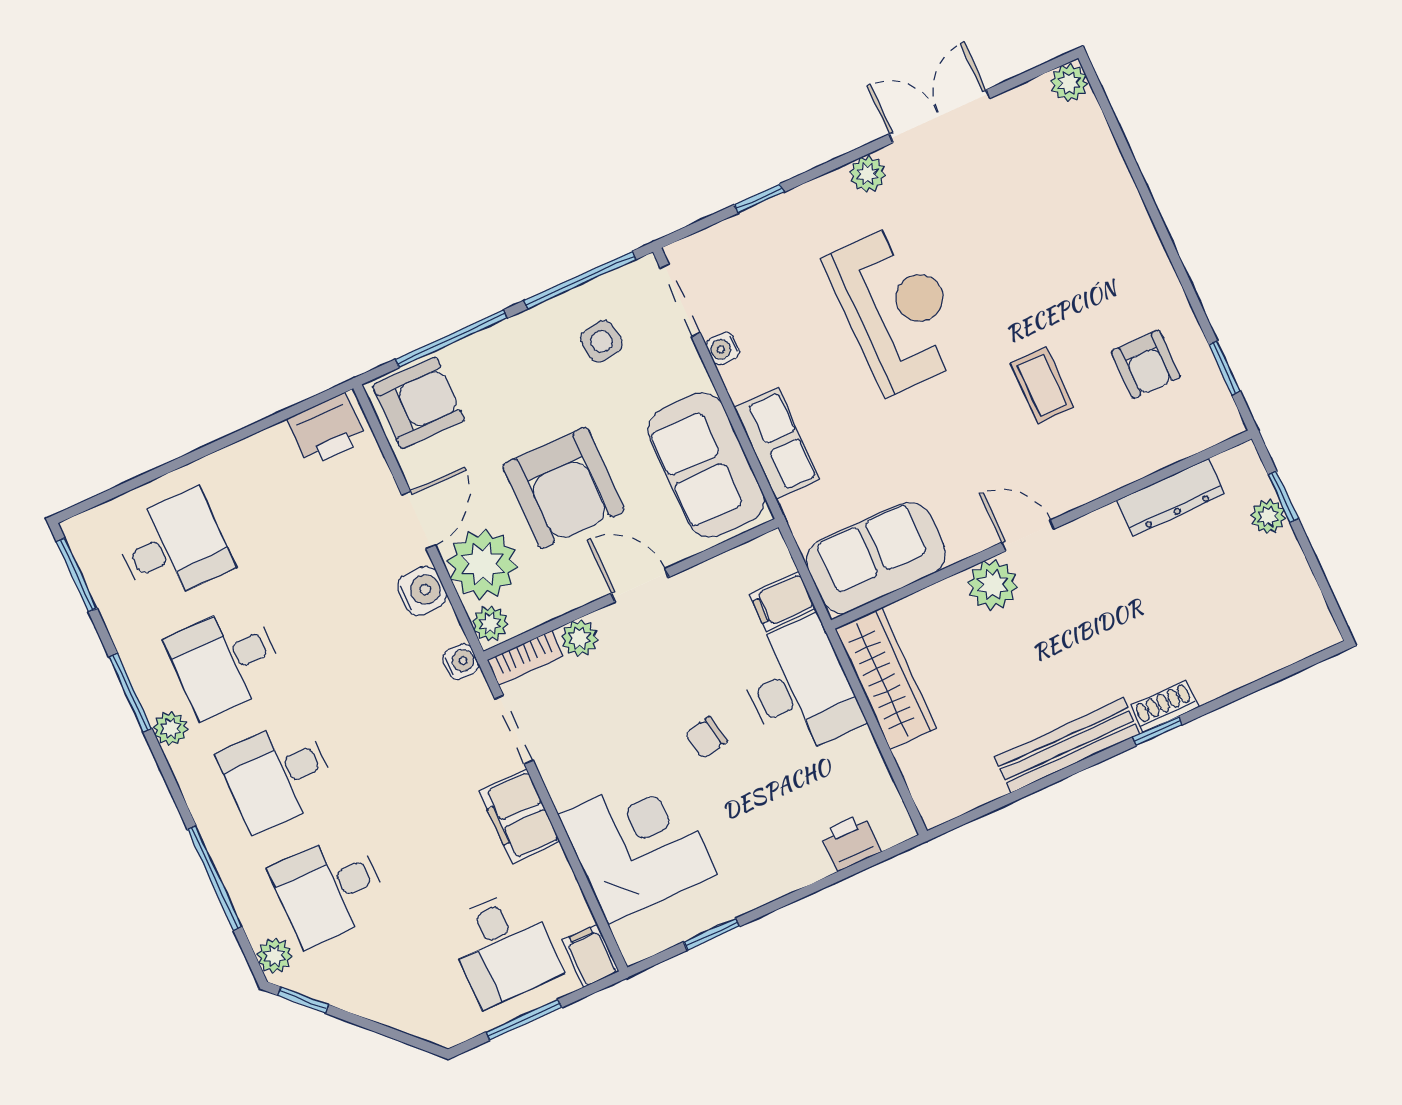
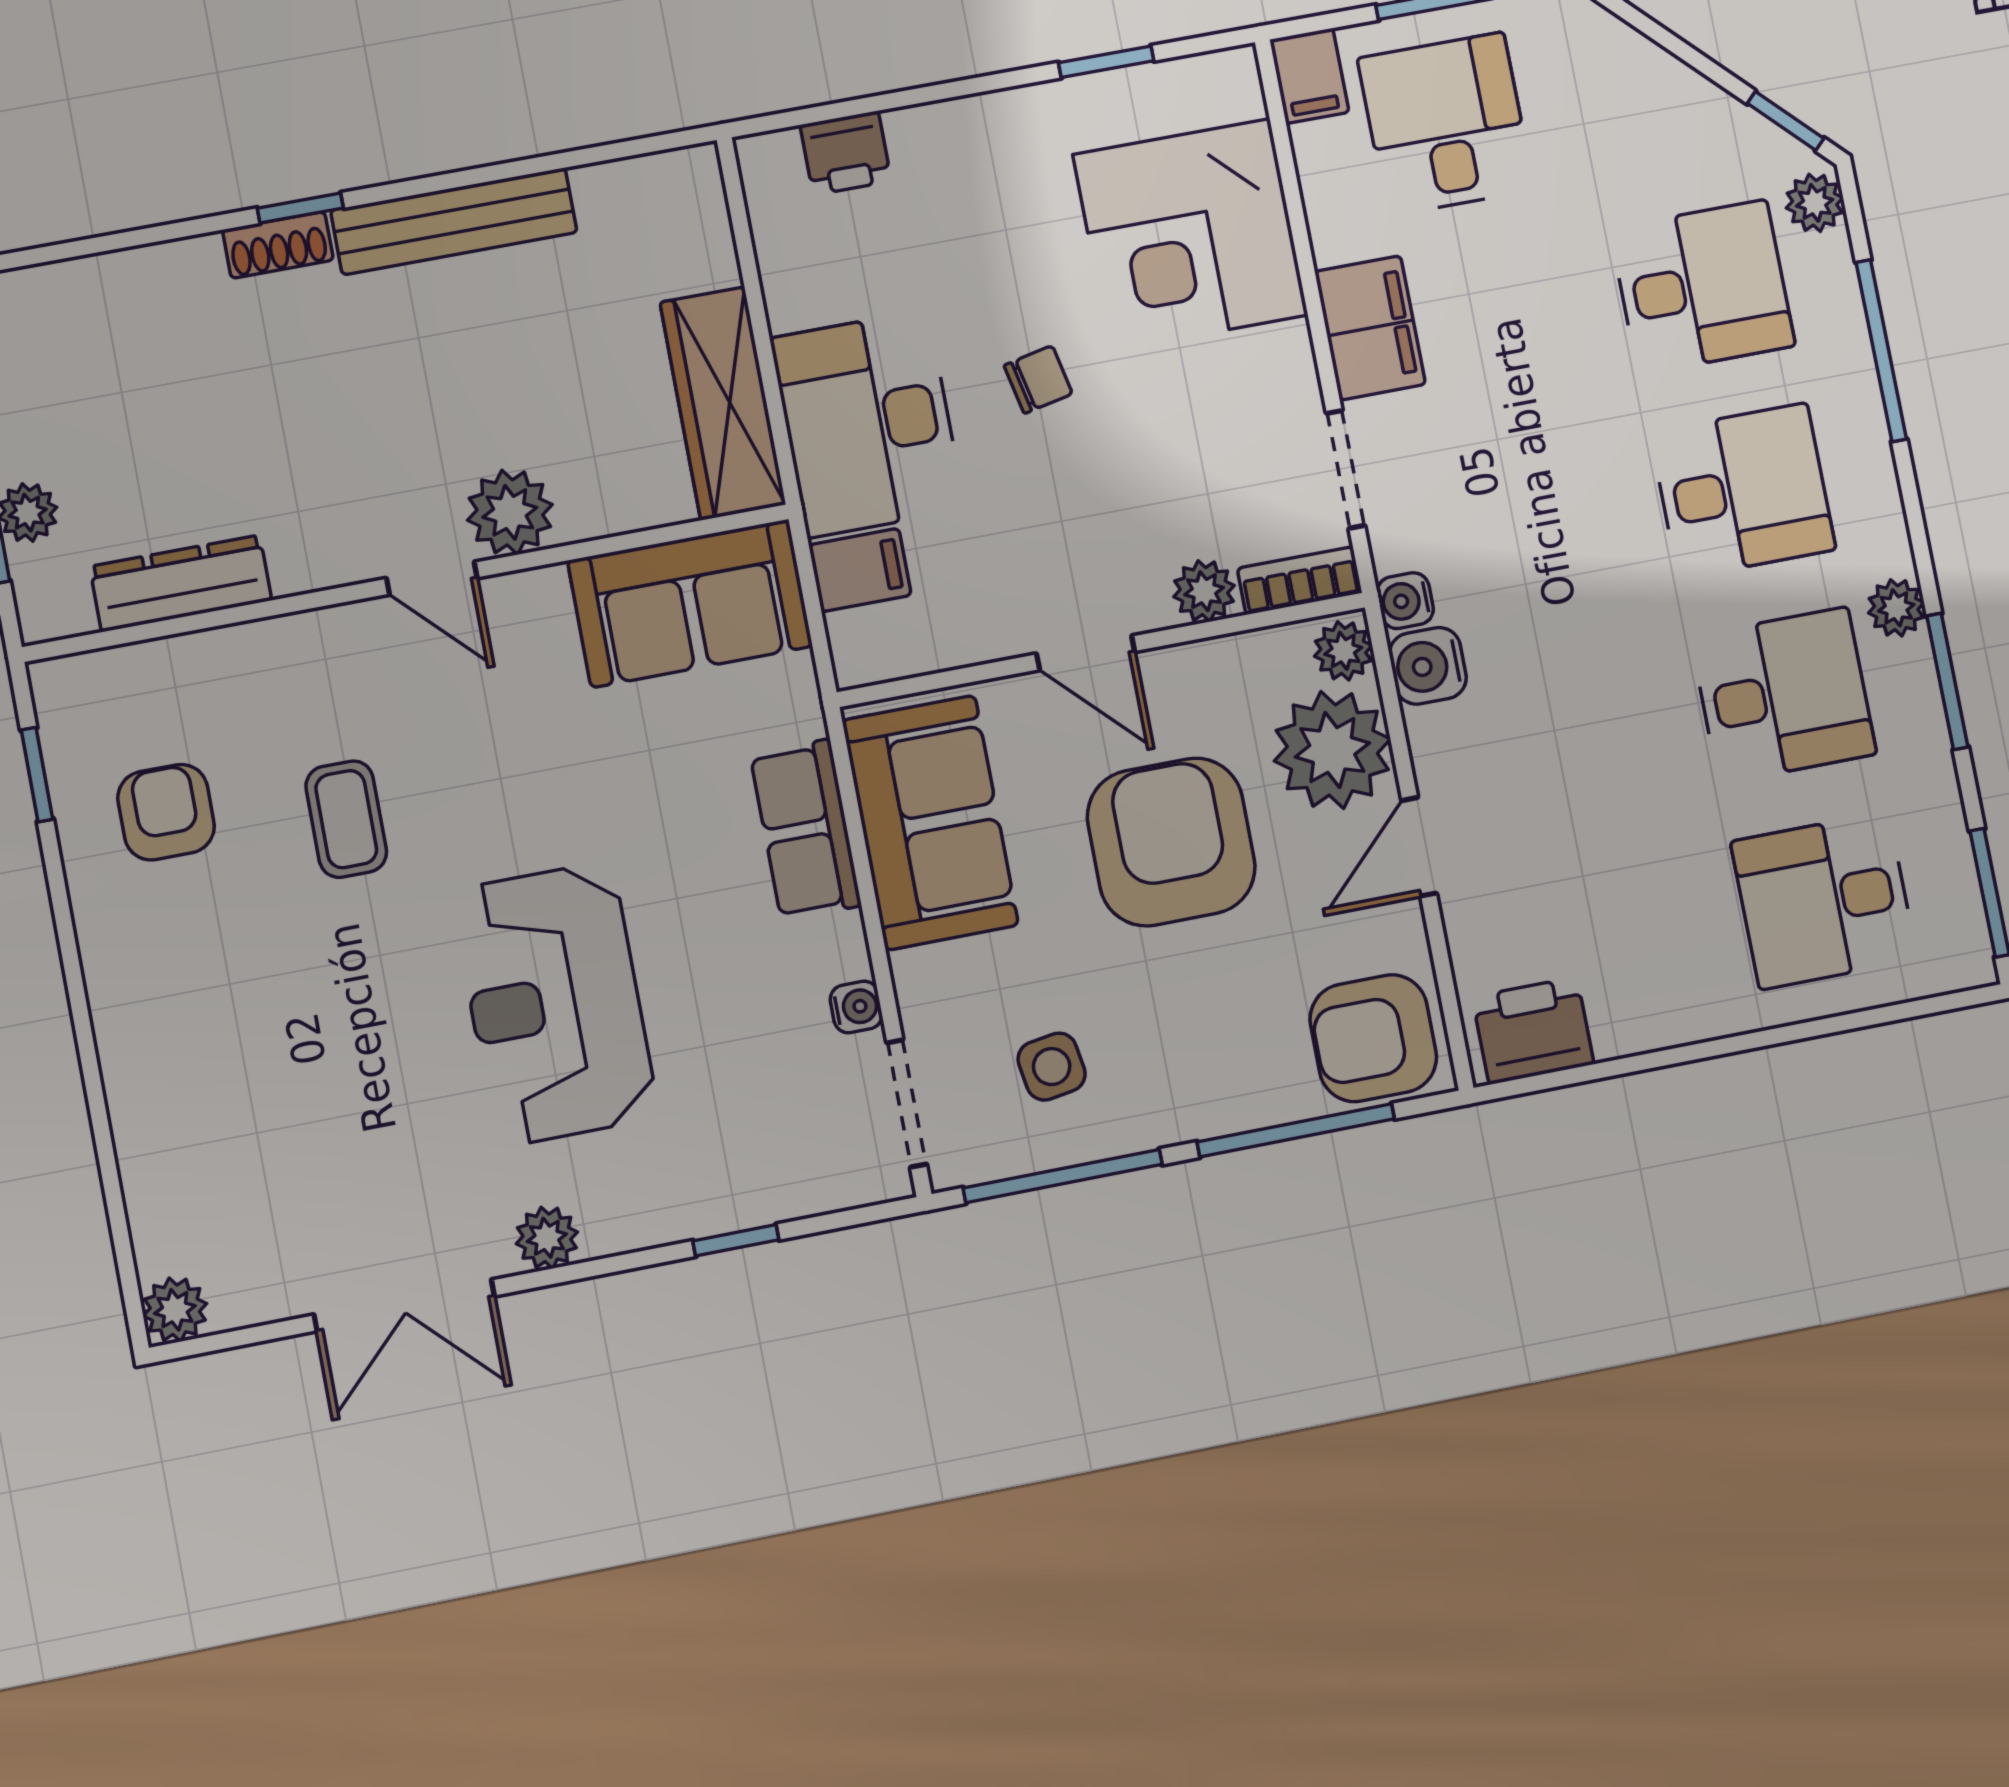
water cooler: (422, 591) -> (1428, 666), moved

